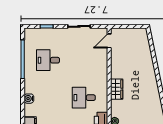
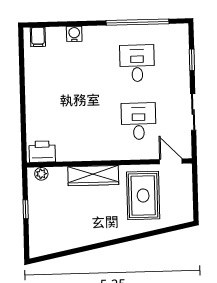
rug: (130, 59) -> (143, 195), added
wardrobe: (117, 89) -> (93, 176), width x1.50
desk: (84, 98) -> (139, 121), moved

